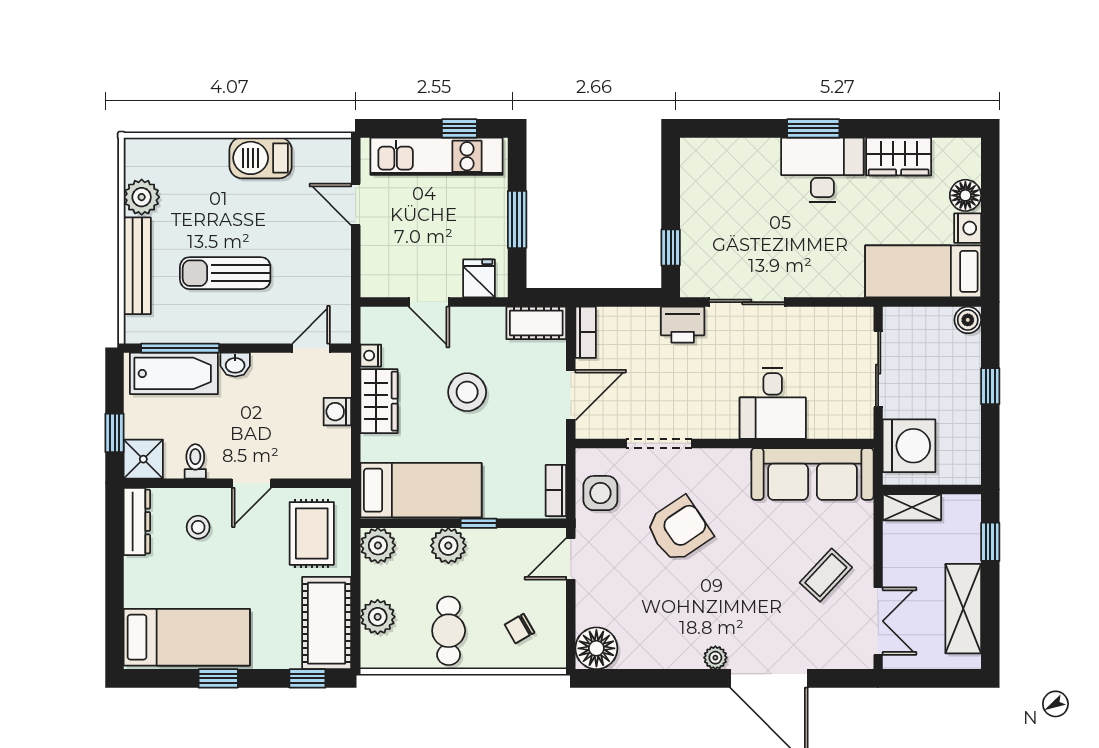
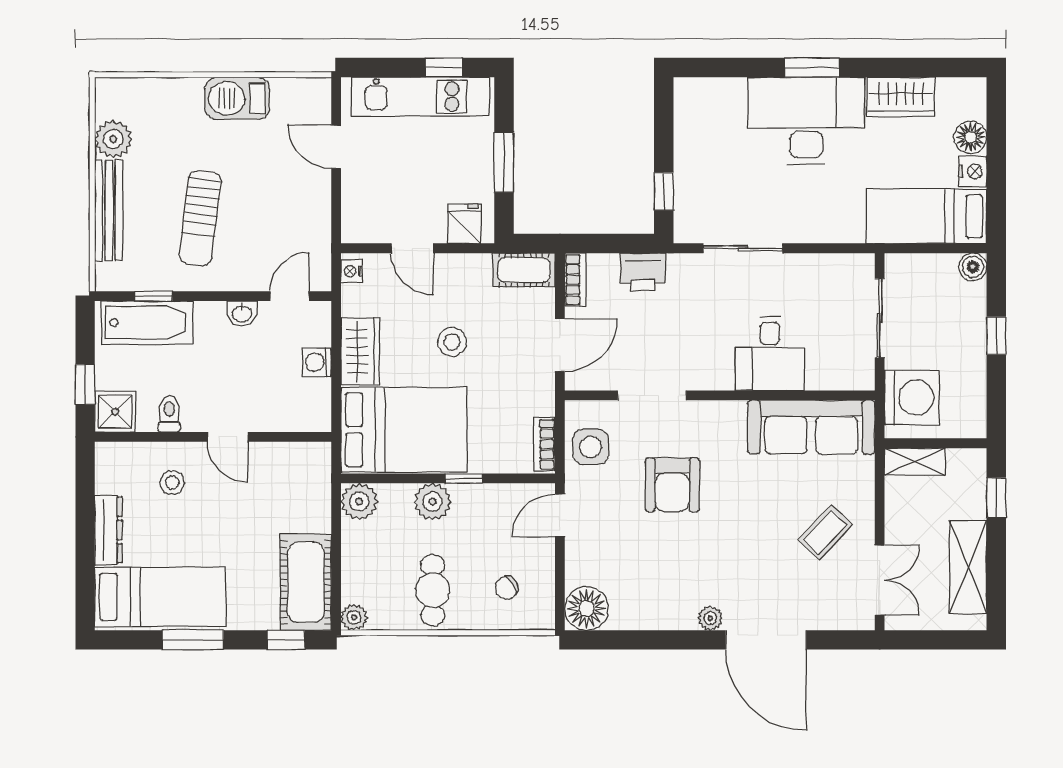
desk: (822, 170) -> (806, 121), width x1.36, depth x1.30
sun lounger: (225, 273) -> (200, 218), turned -83
printer: (683, 325) -> (643, 272), moved
window: (180, 348) -> (153, 296), width x0.46
nightstand: (371, 356) -> (352, 271), moved
washbasin: (235, 365) -> (242, 313), moved
stool: (467, 392) -> (452, 342), width x0.73, depth x0.73
door: (252, 483) -> (228, 437), hinge flipped
bed: (421, 490) -> (404, 430), width x1.50
dresser: (137, 522) -> (108, 530), moved
armchair: (679, 529) -> (672, 485), turned 124
rug: (312, 533) -> (290, 489), removed
plant: (378, 617) -> (354, 617), moved, width x0.73, depth x0.73
window: (218, 678) -> (193, 640), width x1.50

